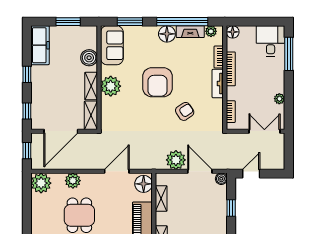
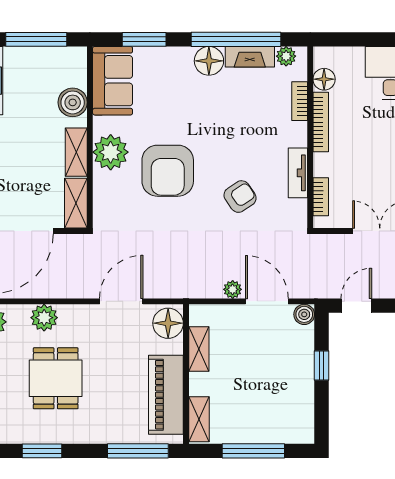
window: (68, 22) -> (36, 39), width x1.44
floor lamp: (233, 32) -> (324, 79), moved
armchair: (158, 82) -> (168, 171), moved
tv unit: (218, 84) -> (298, 173), moved
plant: (176, 160) -> (233, 289), width x0.53, depth x0.53

